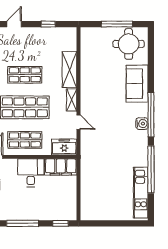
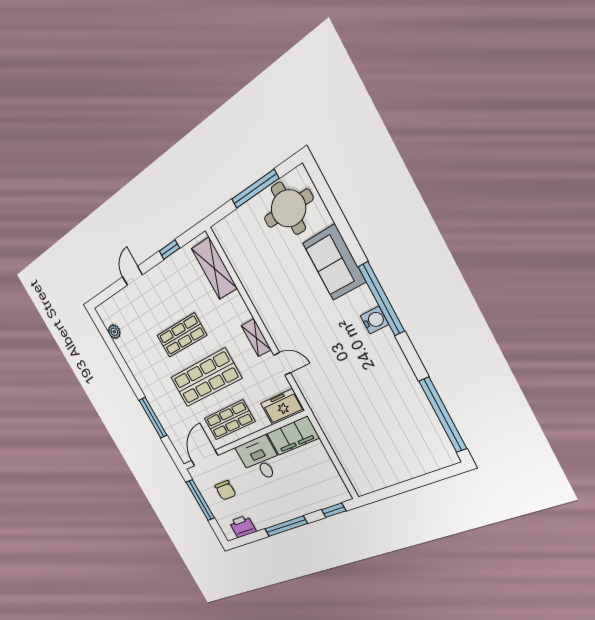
shelving: (69, 70) -> (214, 268), moved
window: (151, 170) -> (443, 415), moved
kitchen unit: (141, 193) -> (428, 425), removed

